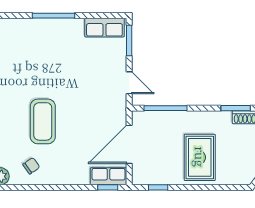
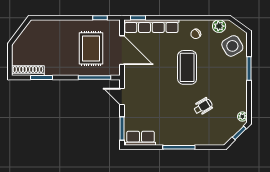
wheelchair: (22, 70) -> (203, 107), added
door: (129, 144) -> (122, 50), hinge flipped
rug: (200, 157) -> (91, 48), moved
row of seats: (109, 176) -> (151, 26), width x2.02

